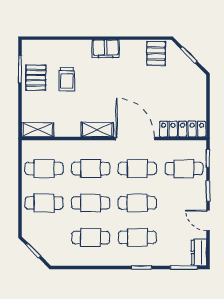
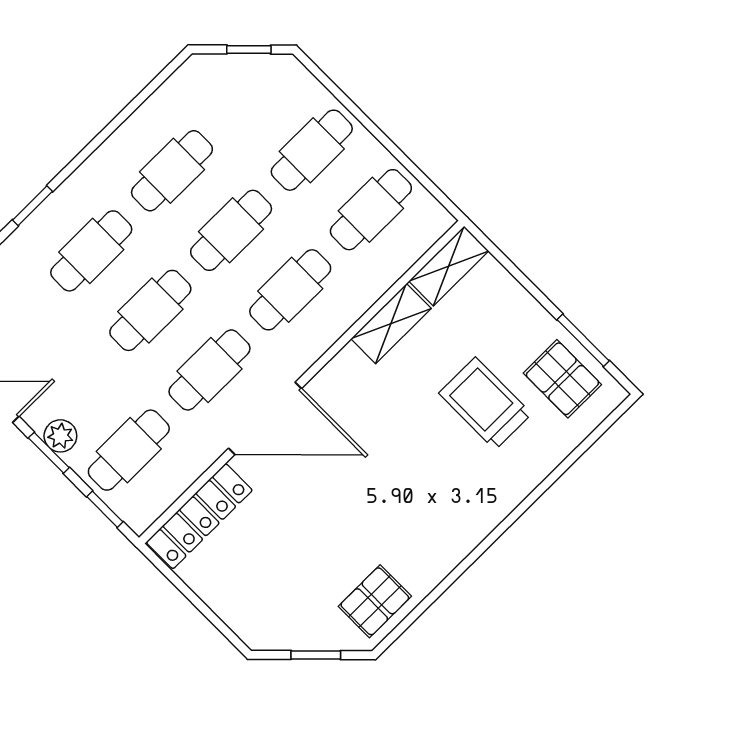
filing cabinet: (106, 49) -> (470, 523), removed
pallet: (156, 53) -> (375, 601), turned 90
pallet: (36, 78) -> (562, 379), moved
trolley: (67, 79) -> (485, 403), width x1.36, depth x1.39
shelving: (97, 130) -> (391, 324), moved
plant: (200, 192) -> (60, 436), added

